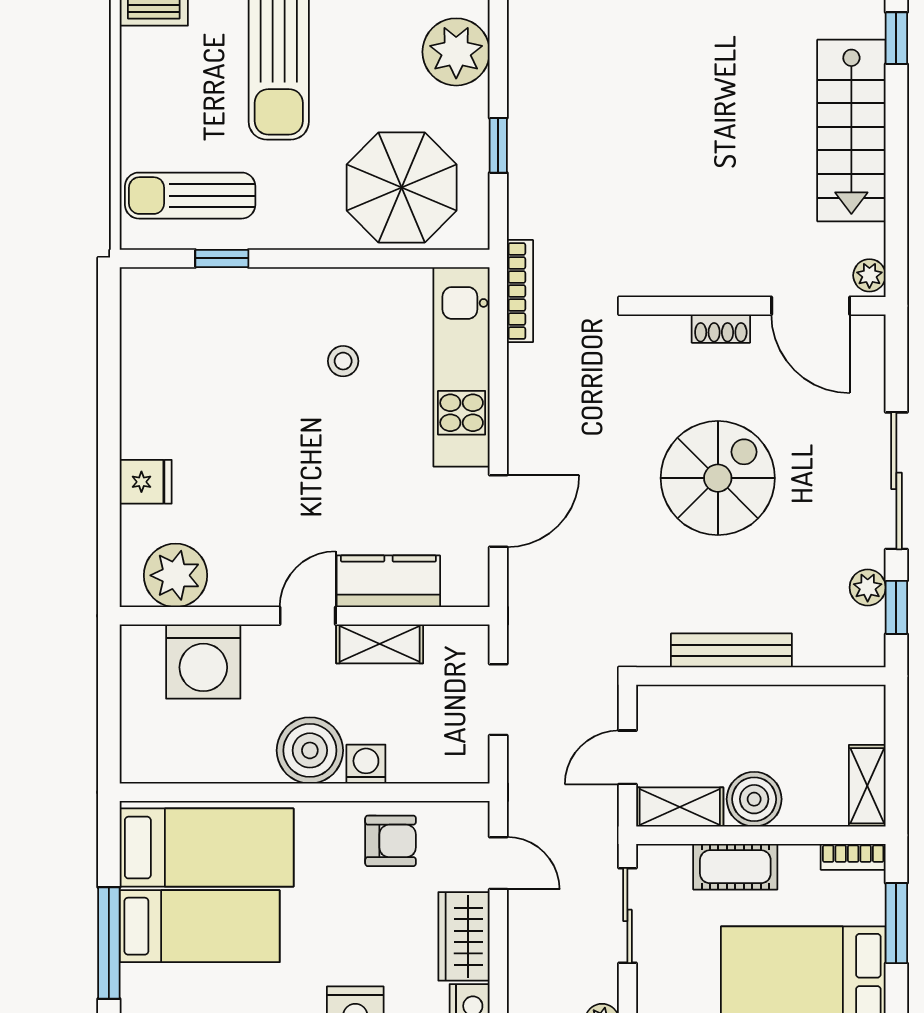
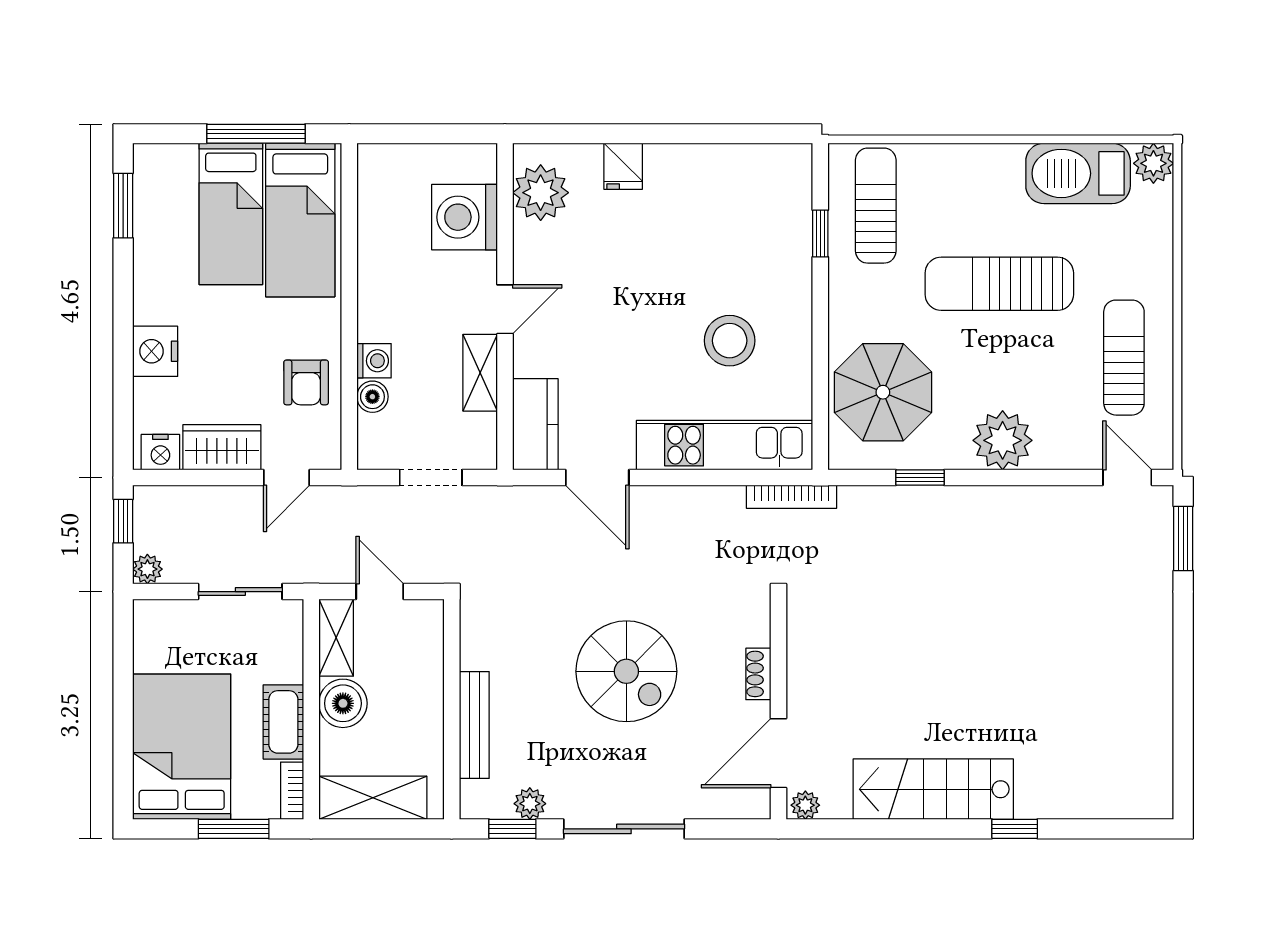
stool: (343, 361) -> (730, 341), width x1.89, depth x1.89
kitchen counter: (388, 581) -> (535, 424), moved
door: (308, 616) -> (505, 309), hinge flipped
bench: (731, 650) -> (474, 725), moved
boiler: (310, 750) -> (372, 397), moved, width x0.54, depth x0.54
shelving: (867, 786) -> (373, 798), width x1.50, depth x1.33
cot: (735, 867) -> (283, 722), moved
window: (109, 943) -> (256, 134), moved

